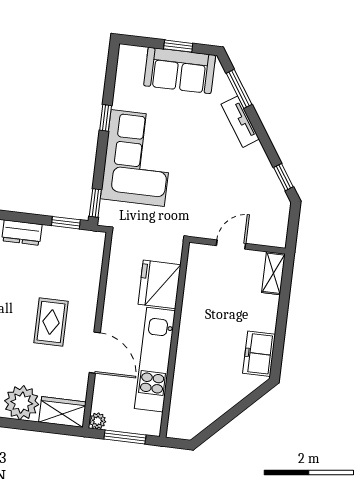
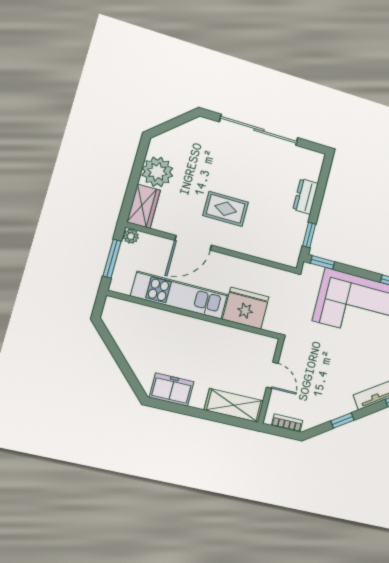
window: (283, 177) -> (342, 420), moved
bookcase: (282, 221) -> (287, 423), added
shelving: (273, 273) -> (234, 405), width x1.50, depth x1.33

